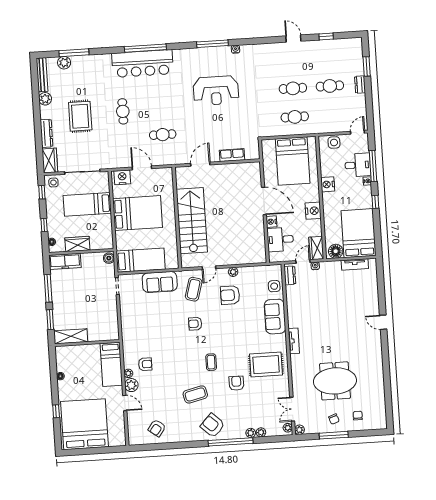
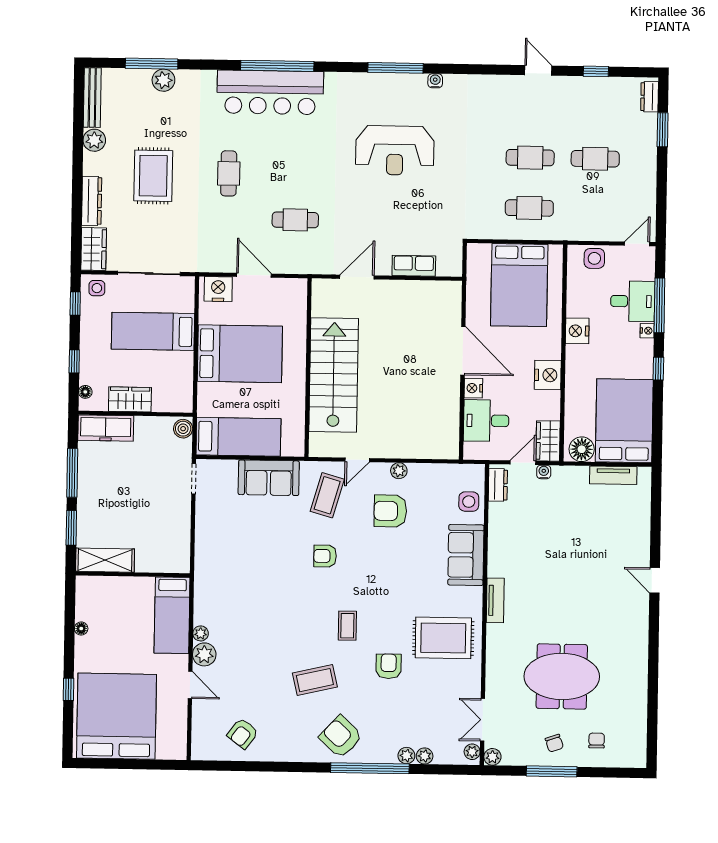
plant: (64, 63) -> (163, 80), moved
dresser: (360, 85) -> (650, 97), moved
armchair: (145, 364) -> (231, 620), removed

